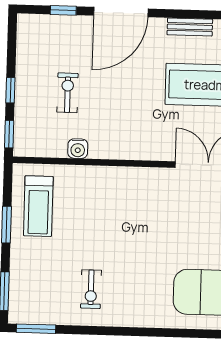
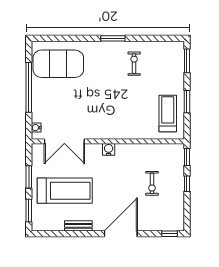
window: (63, 10) -> (170, 234), moved
water cooler: (78, 149) -> (109, 149), moved
window: (36, 329) -> (113, 38), moved

